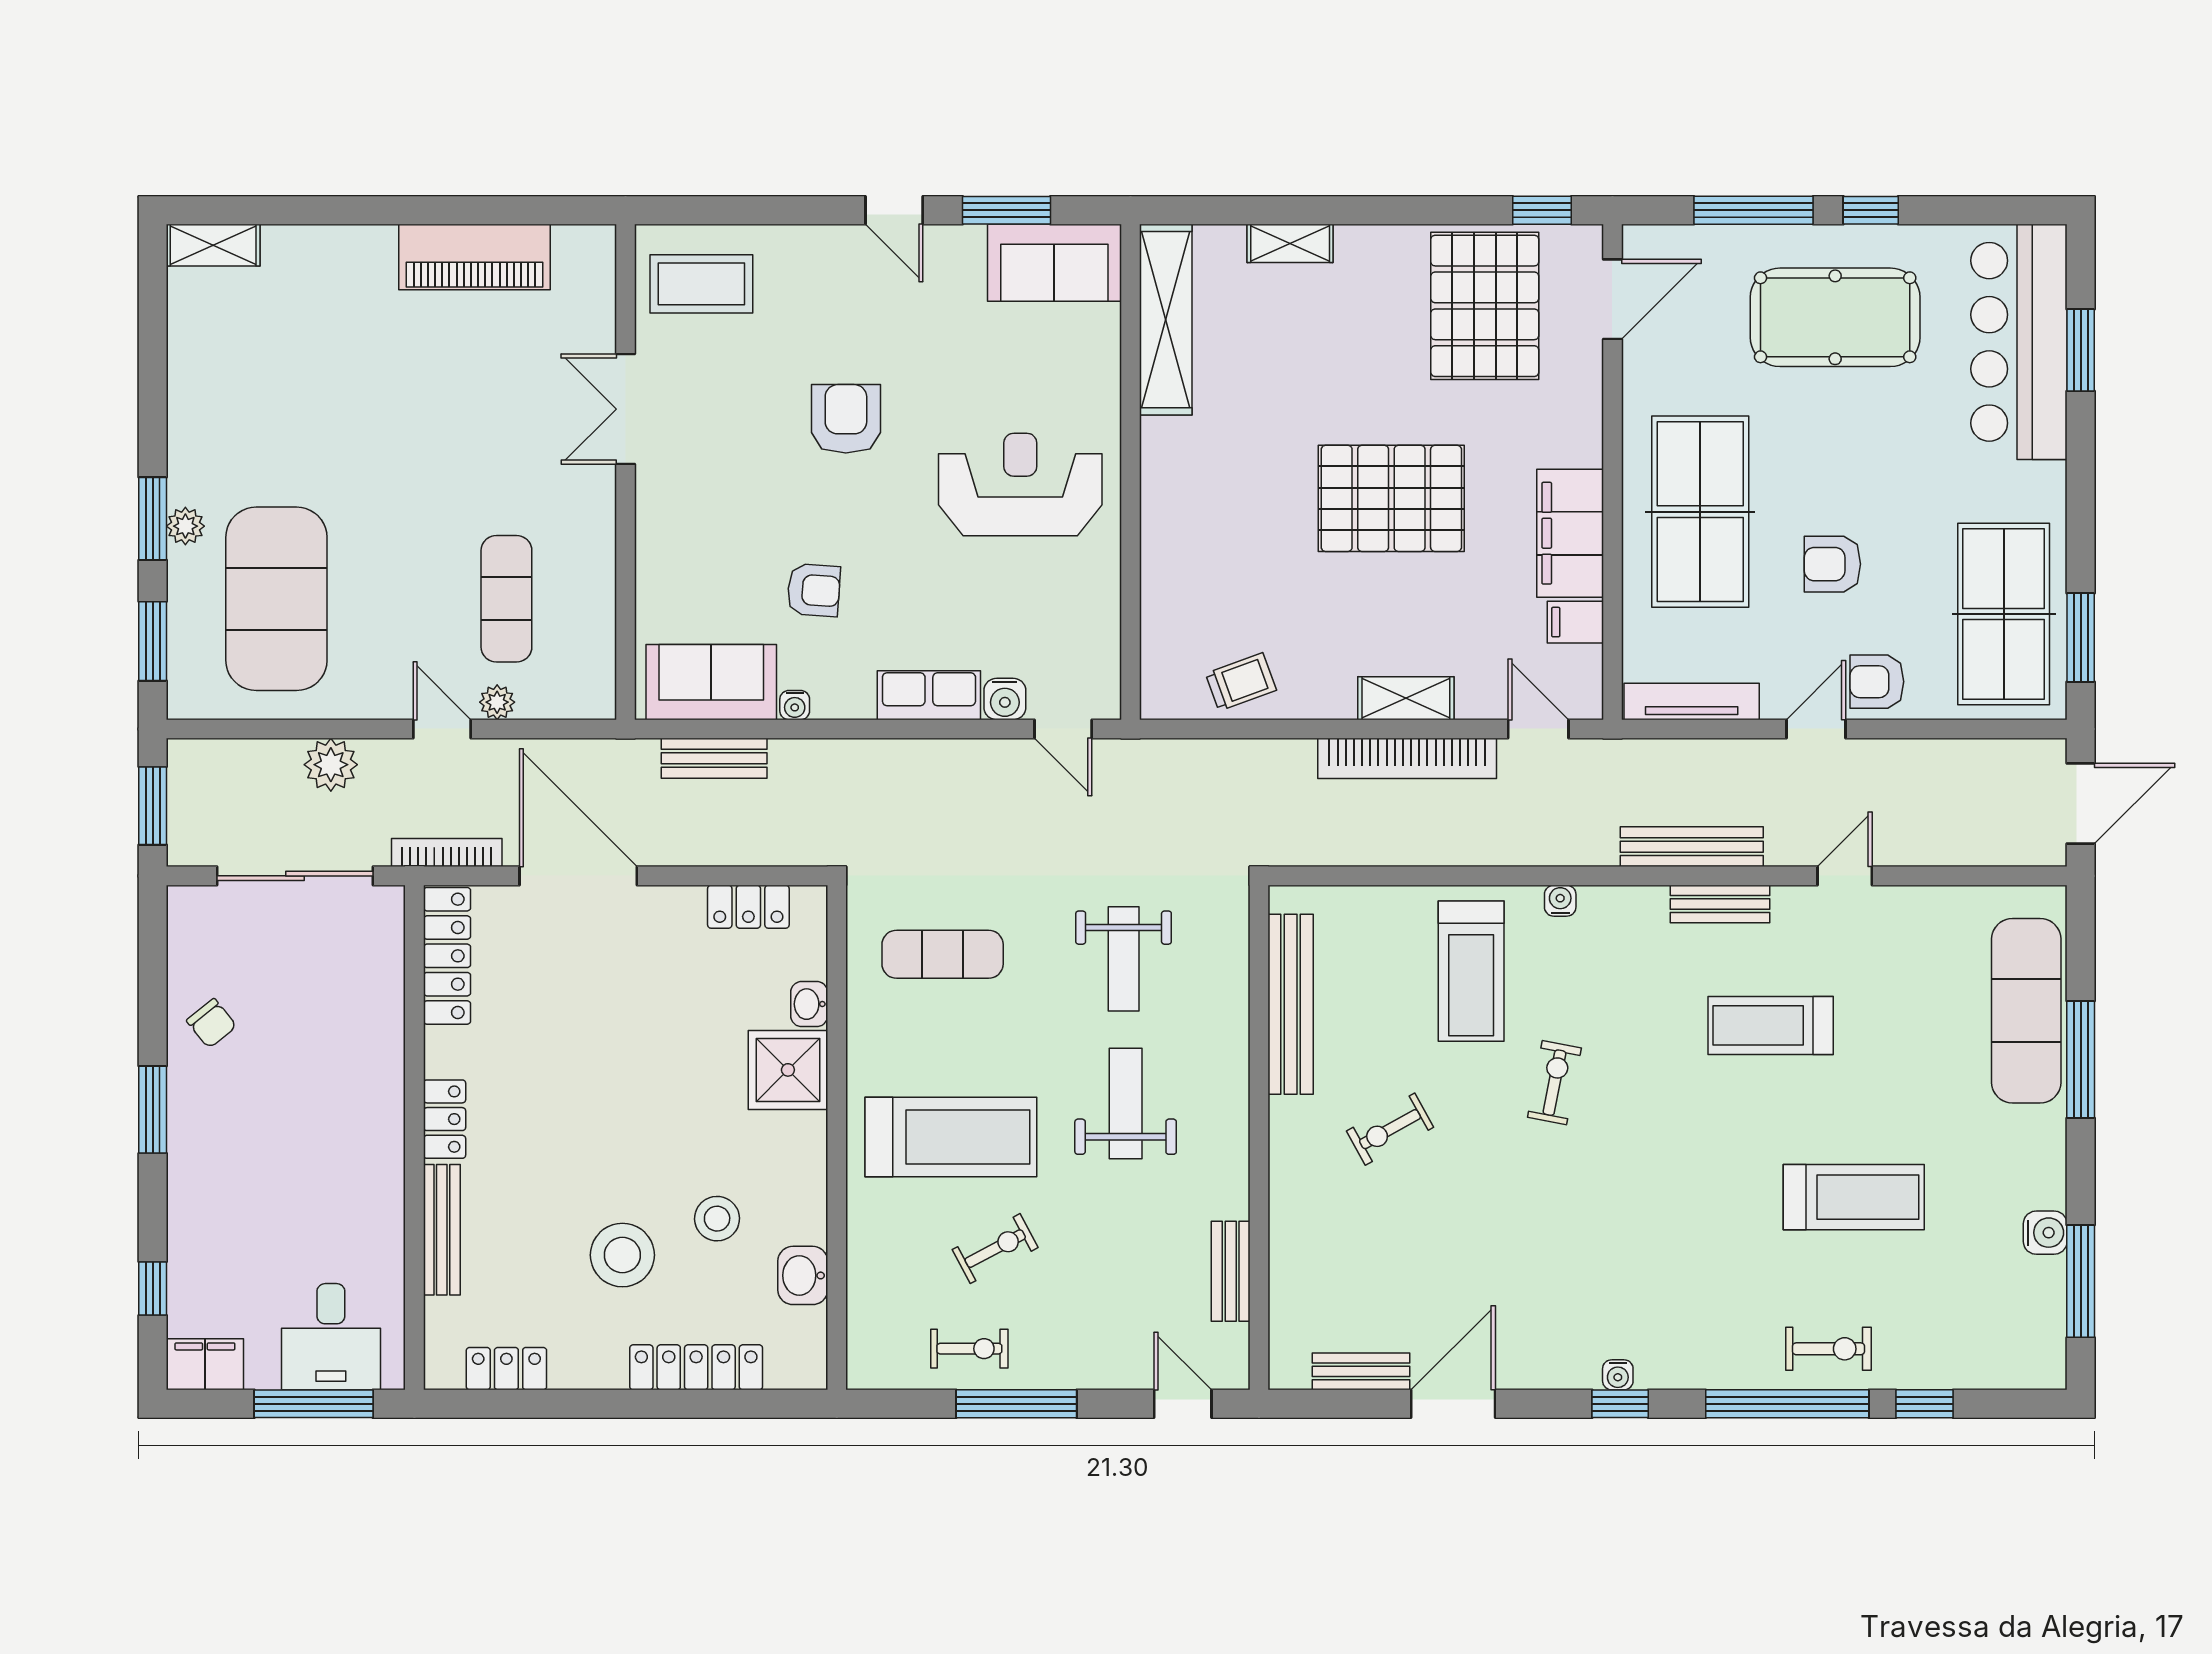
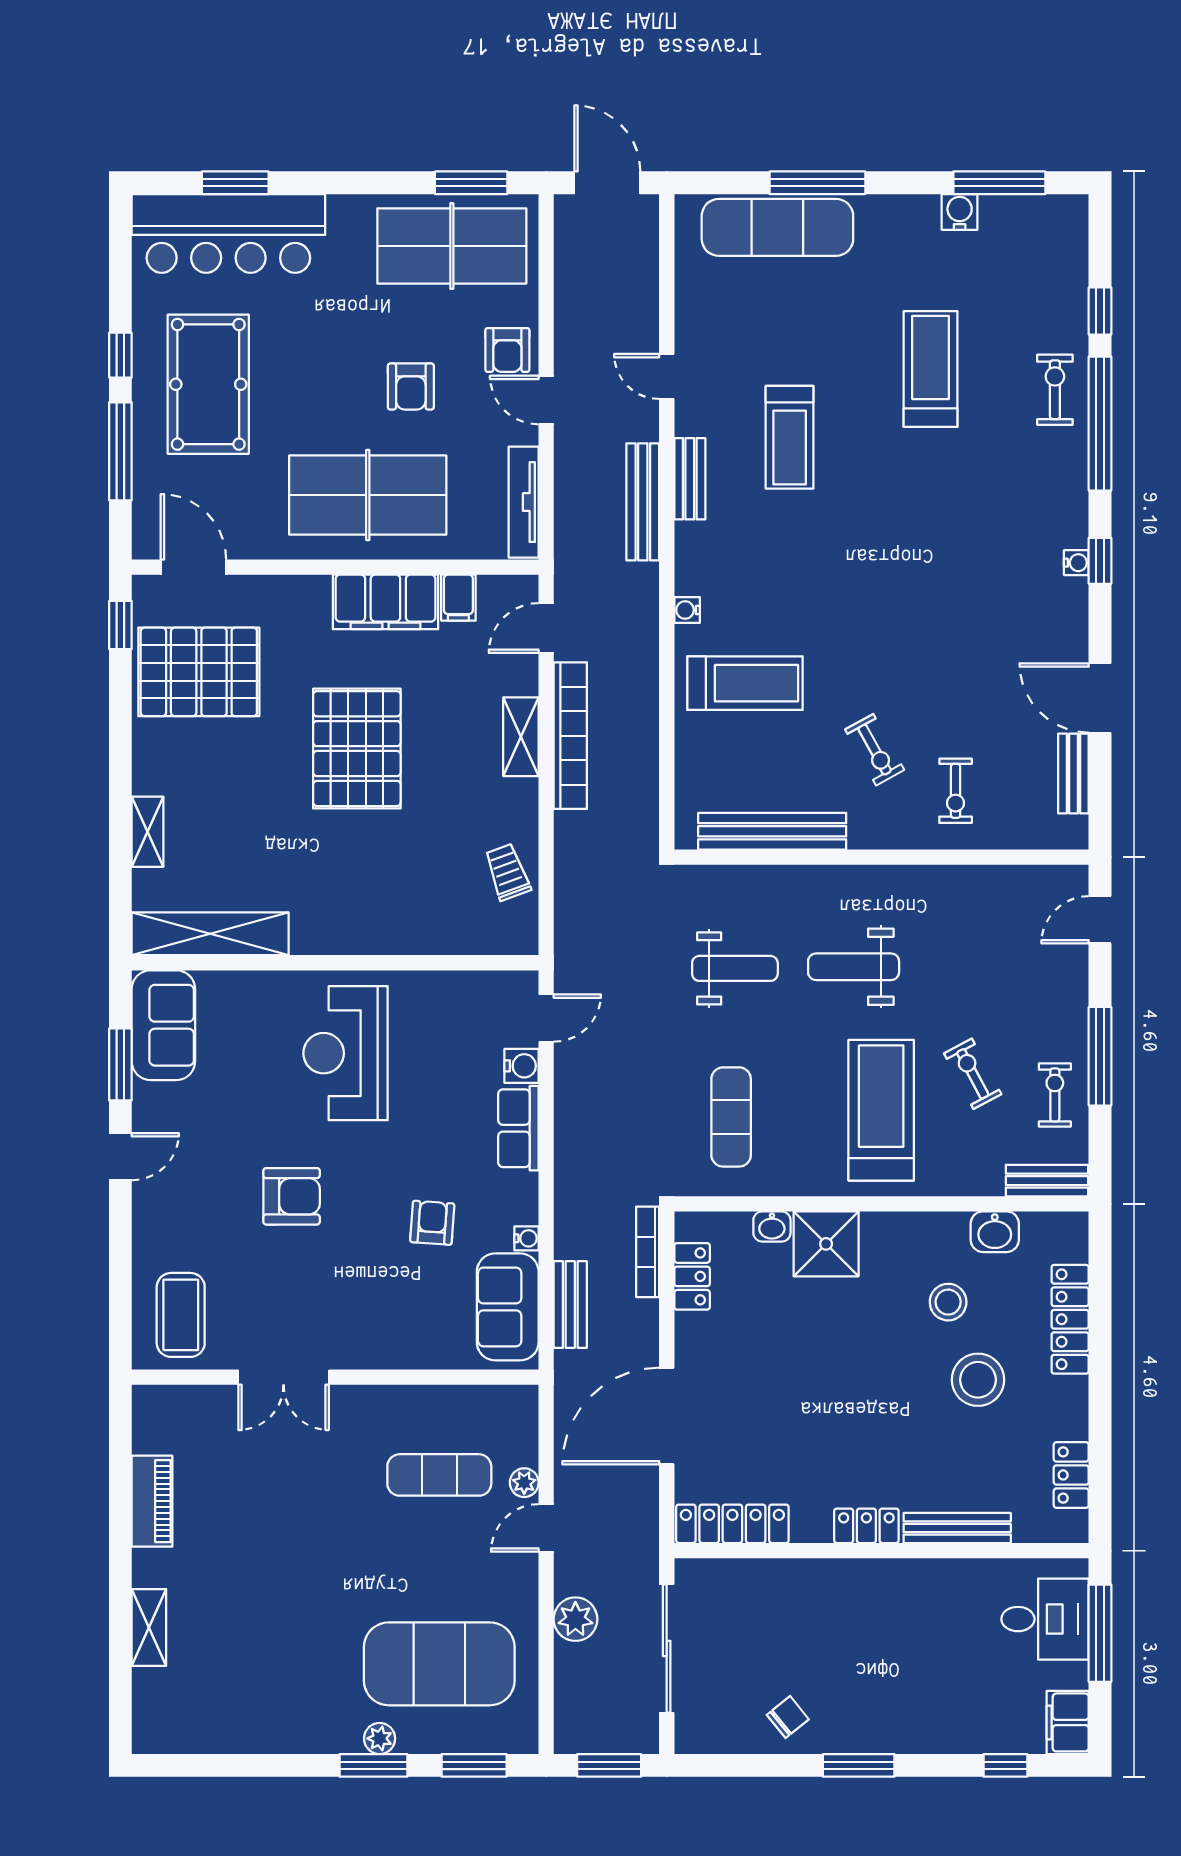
shelving: (213, 245) -> (149, 1627), moved
piano: (475, 257) -> (152, 1501), width x0.73, depth x0.75
armchair: (846, 419) -> (292, 1196), turned 180
bookcase: (447, 853) -> (648, 1252), moved
exercise bike: (1554, 1083) -> (956, 791), moved, turned -101
bench: (1231, 1271) -> (1047, 1181), moved

